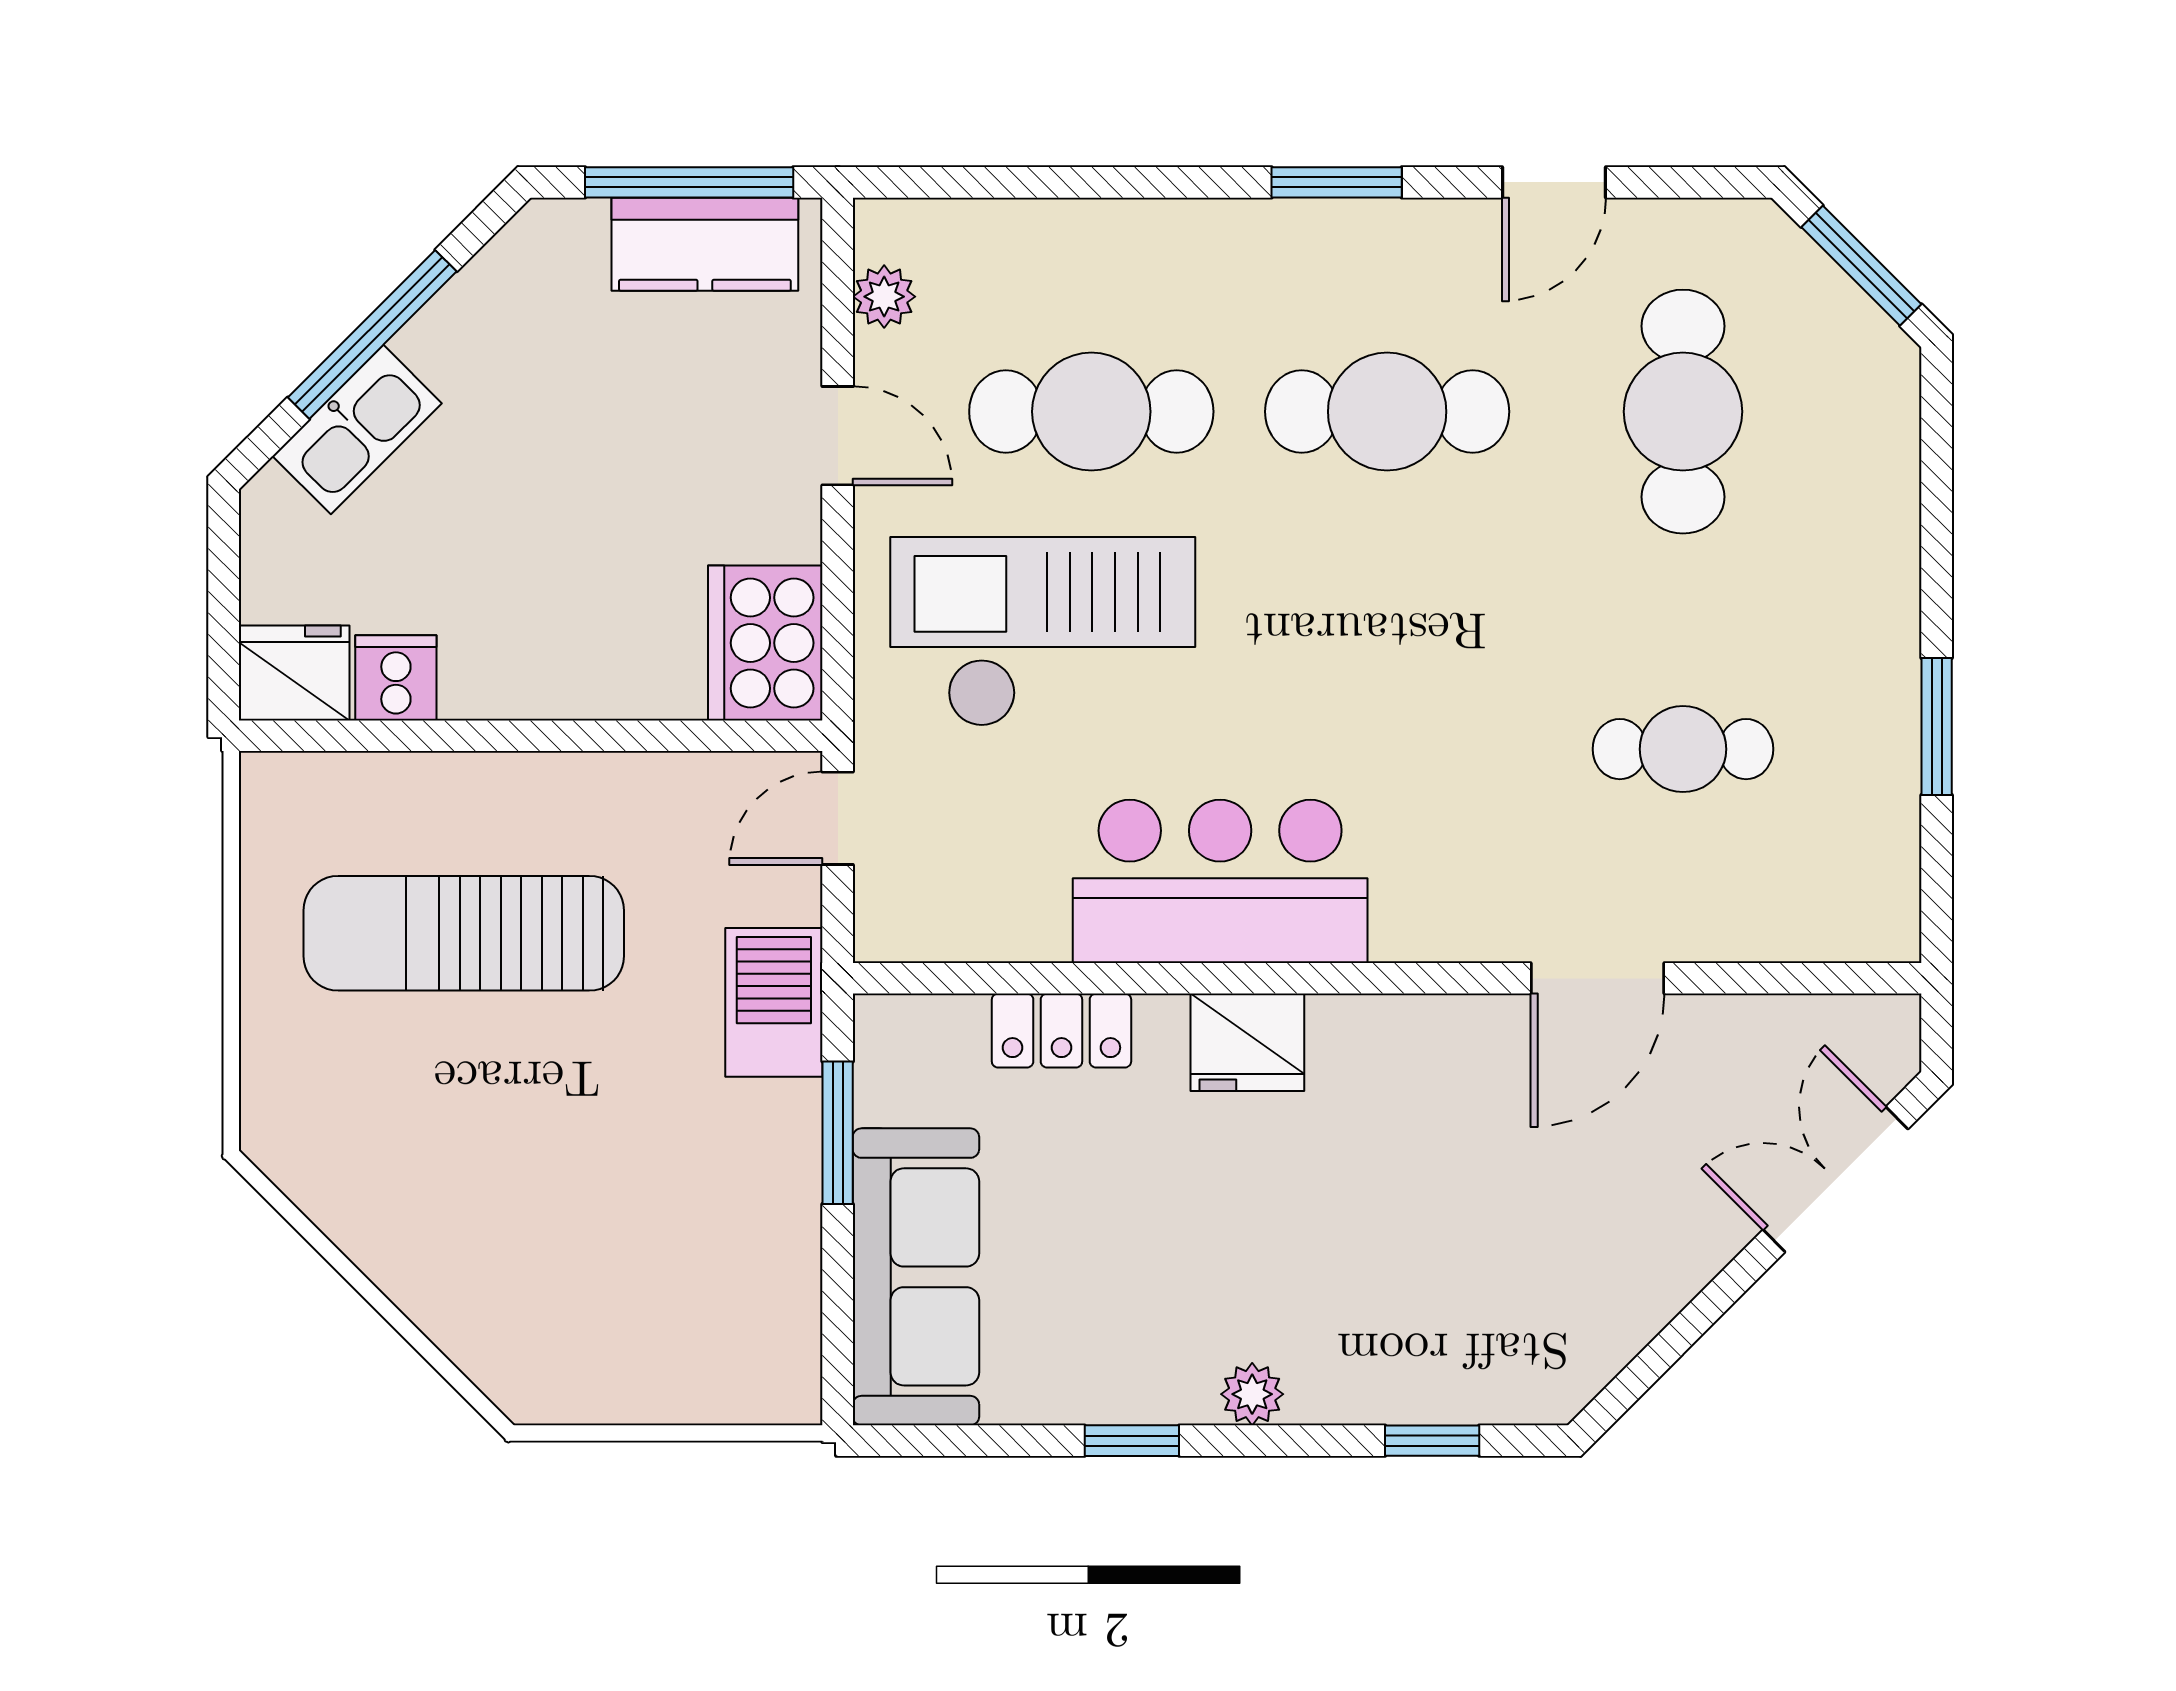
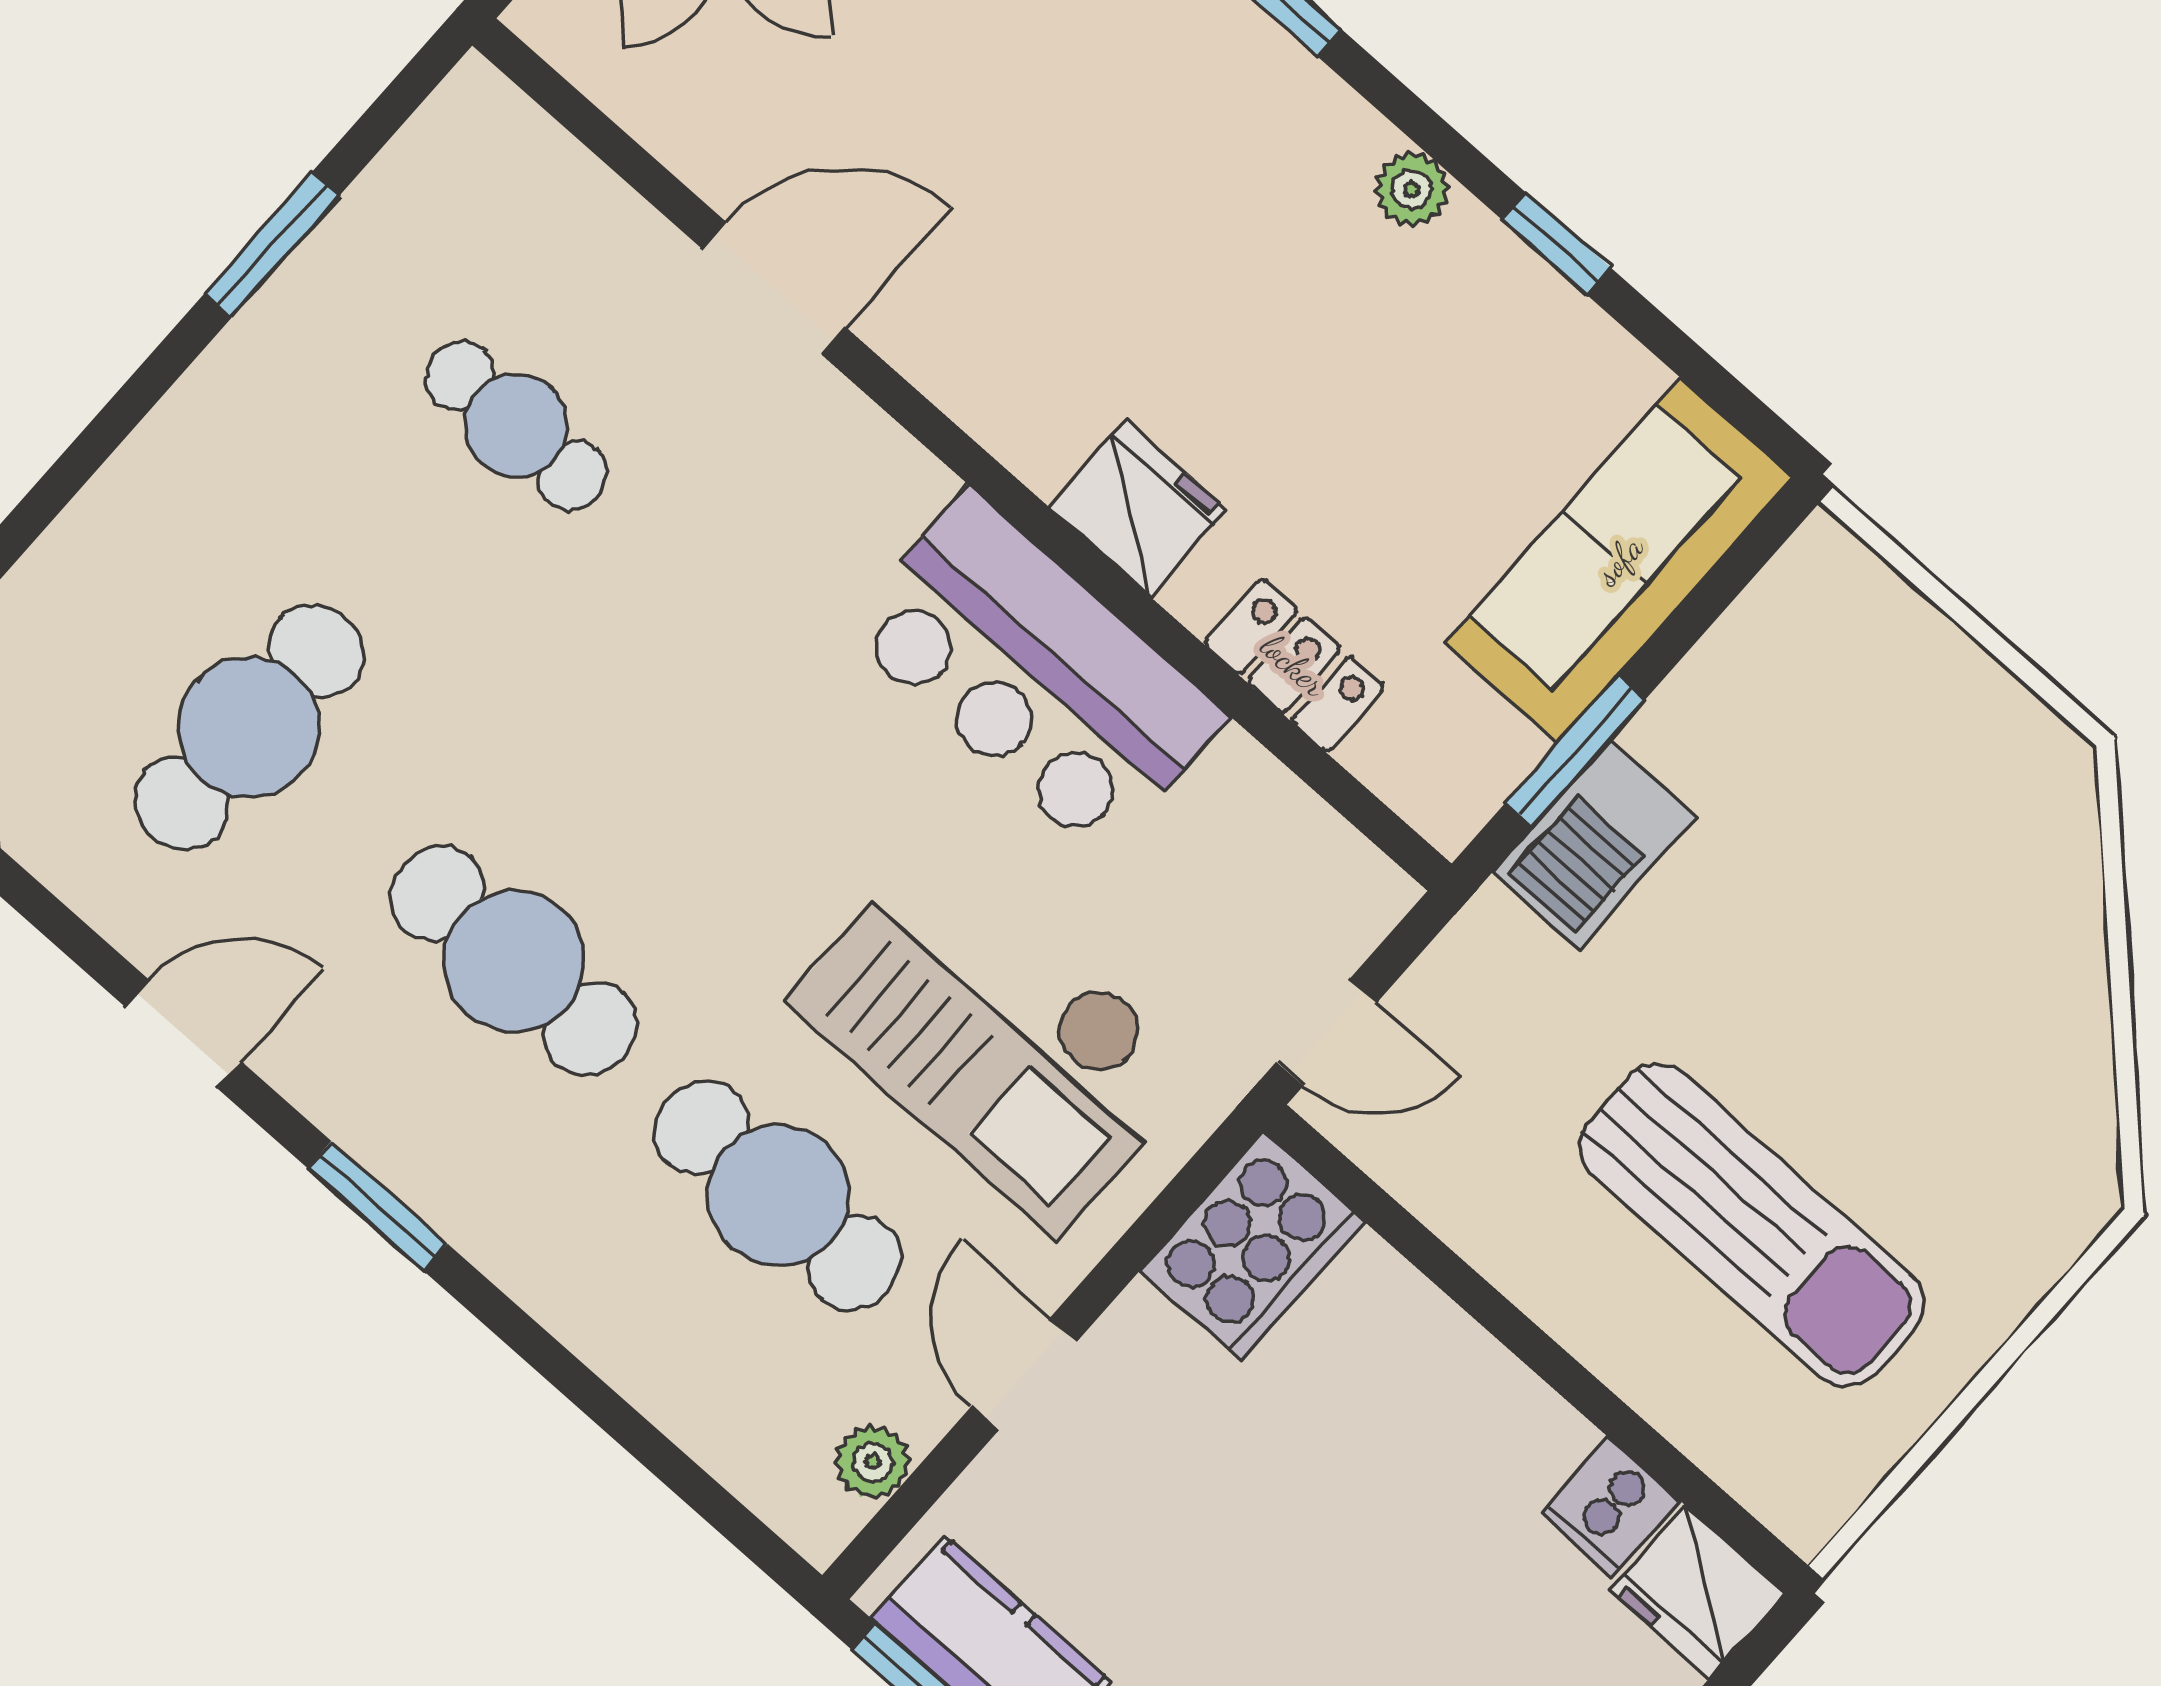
barbecue: (774, 1002) -> (1594, 845), moved

